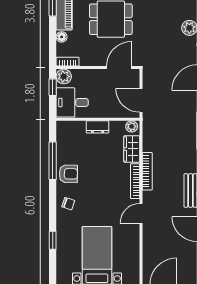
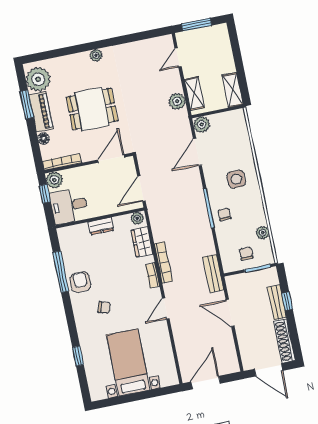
bookcase: (68, 62) -> (62, 162), width x1.56
door: (141, 100) -> (141, 189), hinge flipped
armchair: (68, 174) -> (80, 282), turned -91
bookcase: (135, 181) -> (153, 276), width x0.64
chair: (68, 204) -> (104, 307), moved

